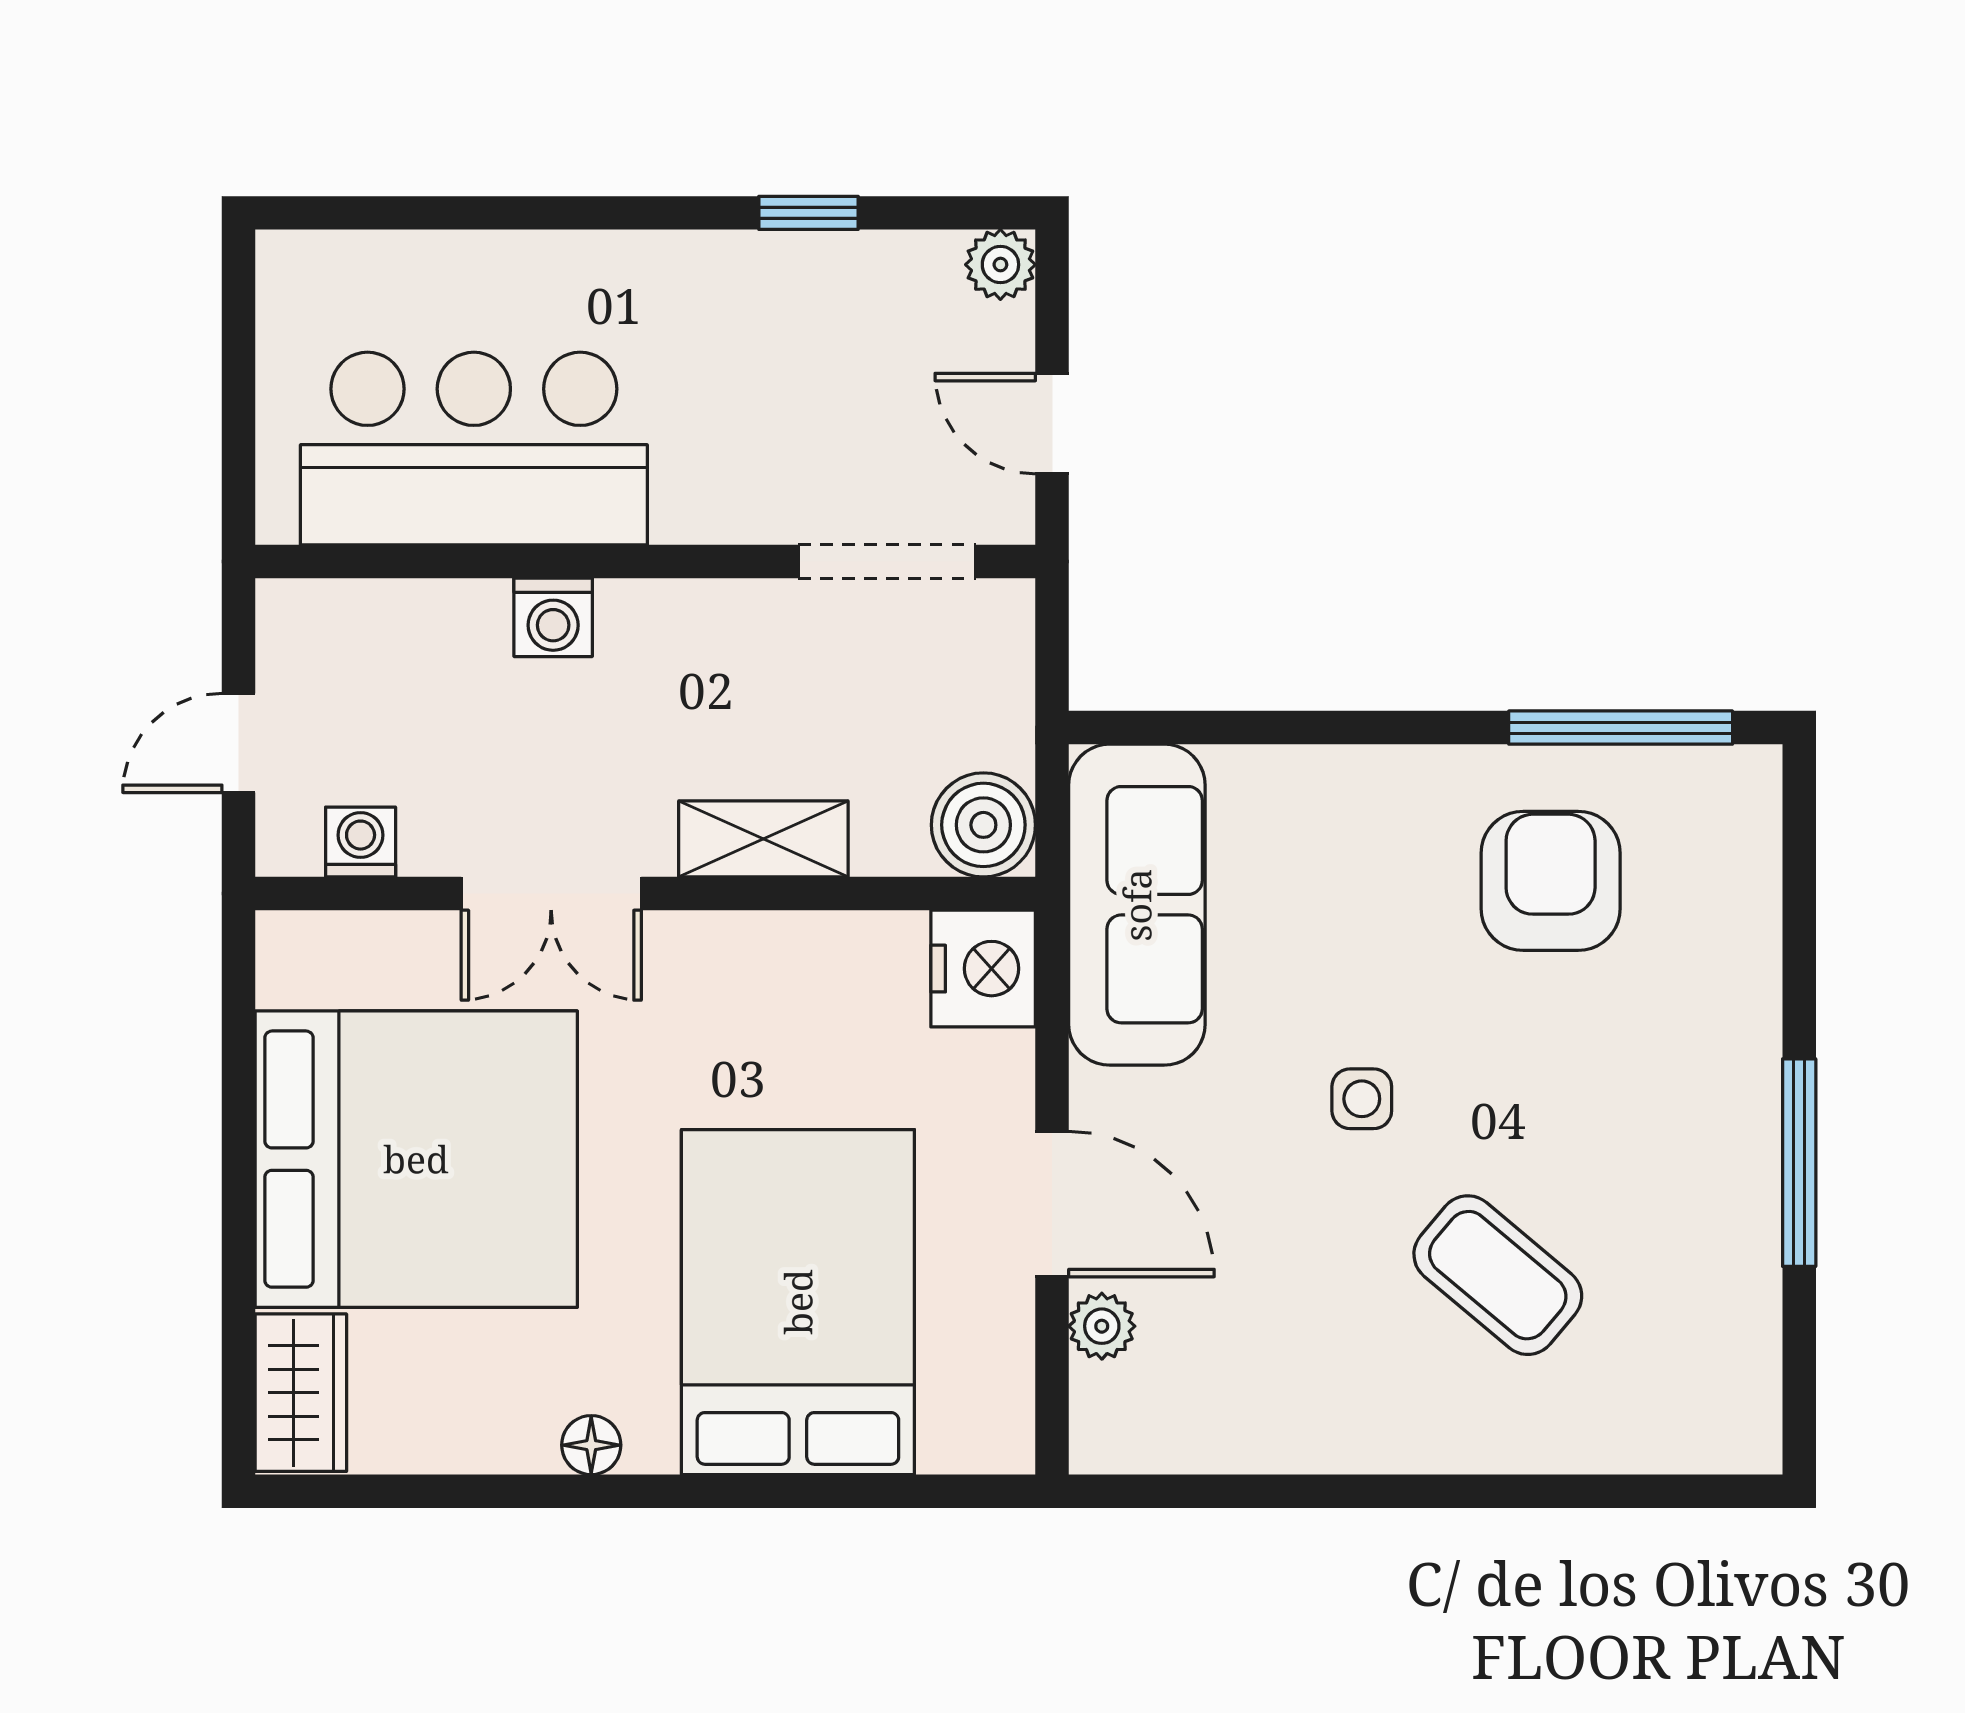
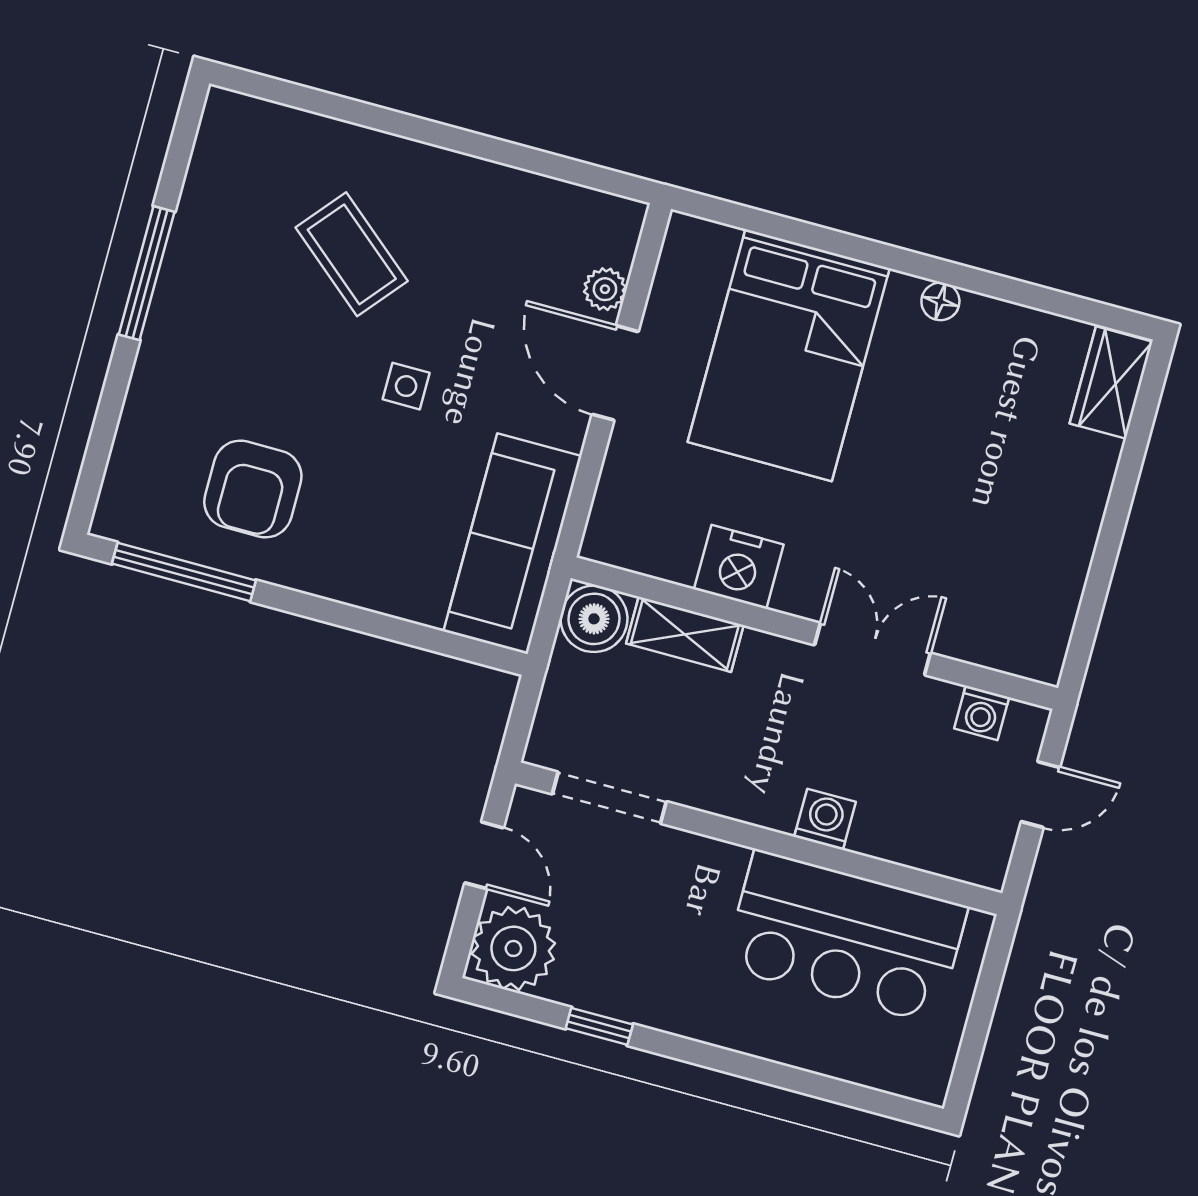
plant: (1000, 265) -> (513, 948), width x1.88, depth x1.88
shelving: (763, 839) -> (685, 634), moved
nightstand: (983, 969) -> (739, 567), moved, turned -90
bed: (416, 1159) -> (1001, 508), removed

